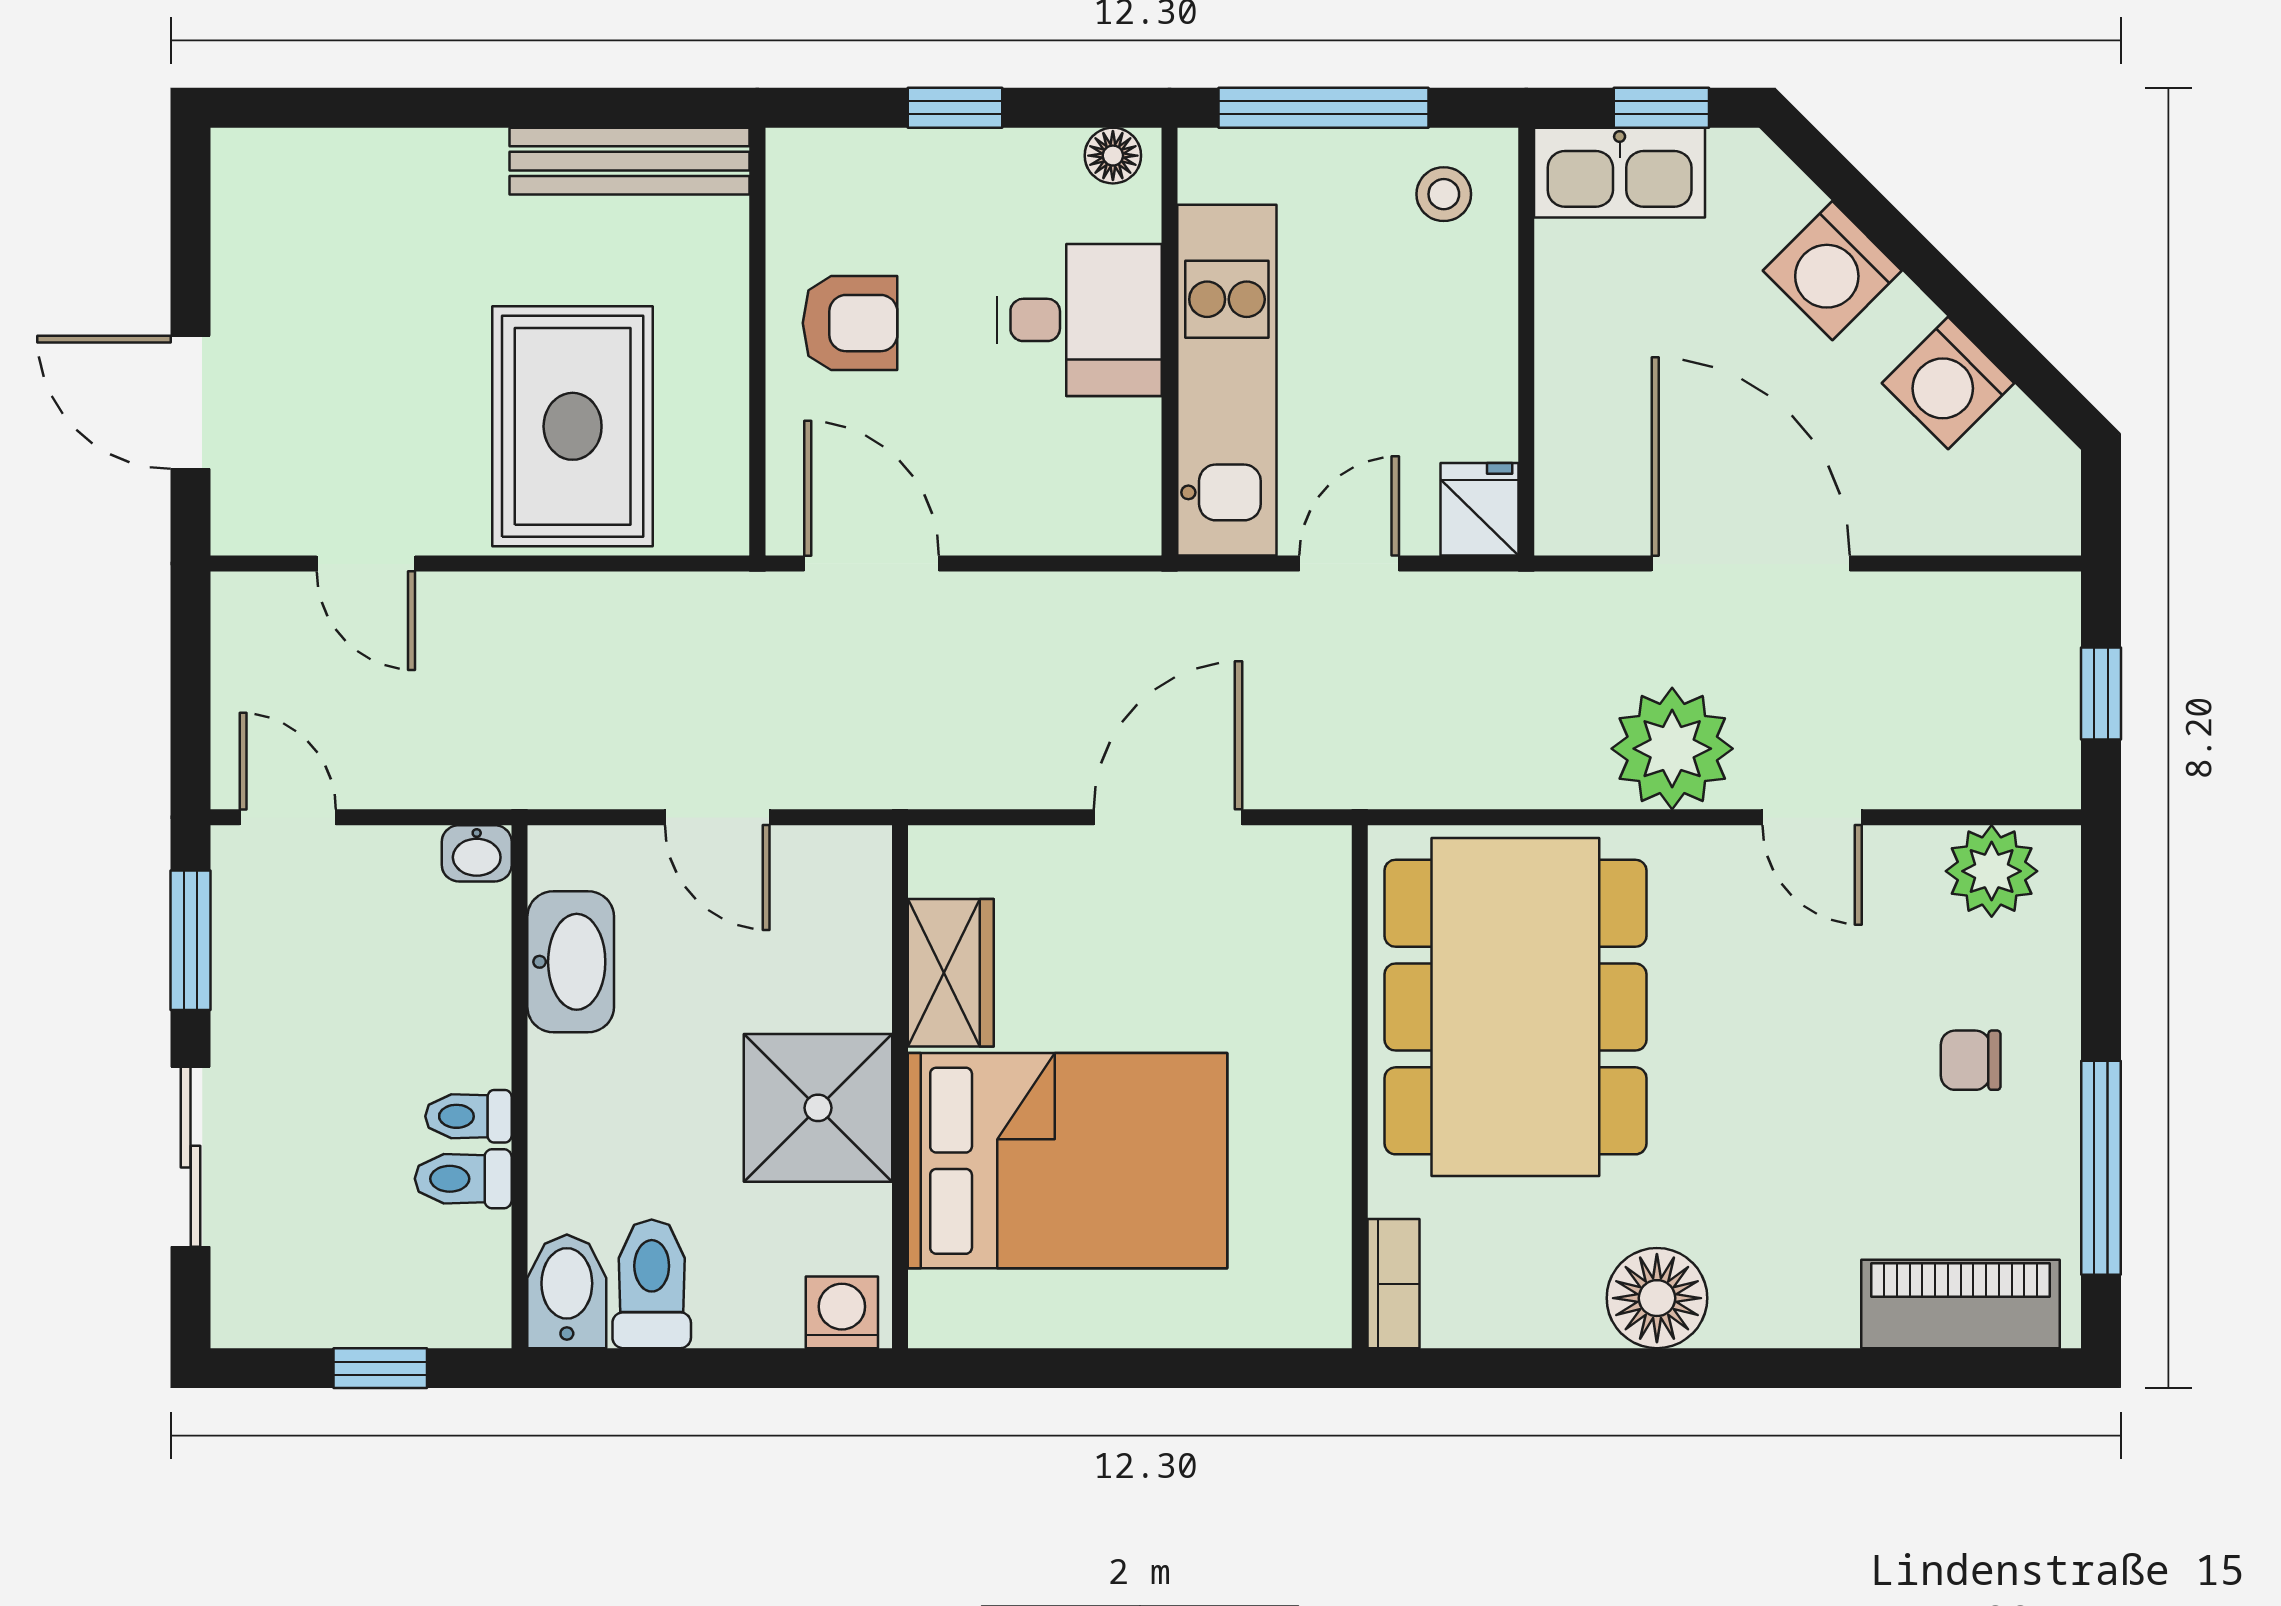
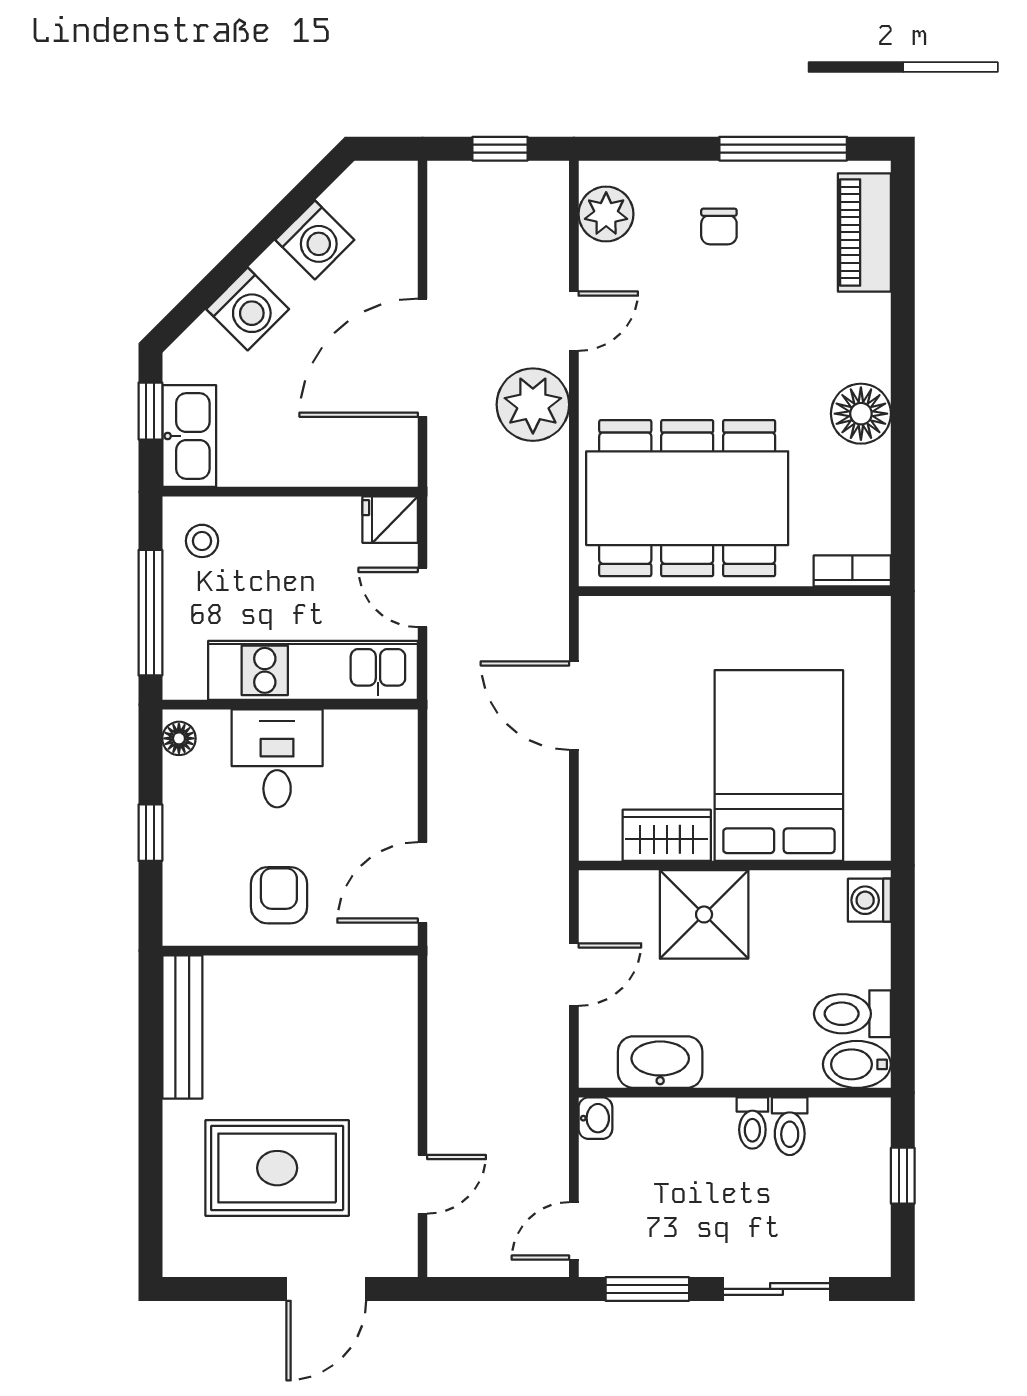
rug: (573, 426) -> (277, 1168), moved
shower: (818, 1108) -> (704, 914), moved

